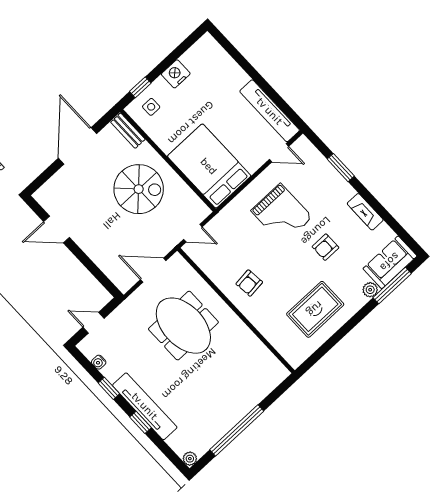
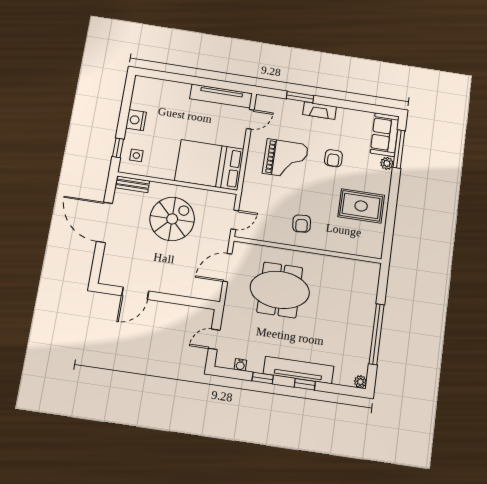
fireplace: (365, 212) -> (320, 111), moved
rug: (315, 309) -> (361, 206), turned 90

